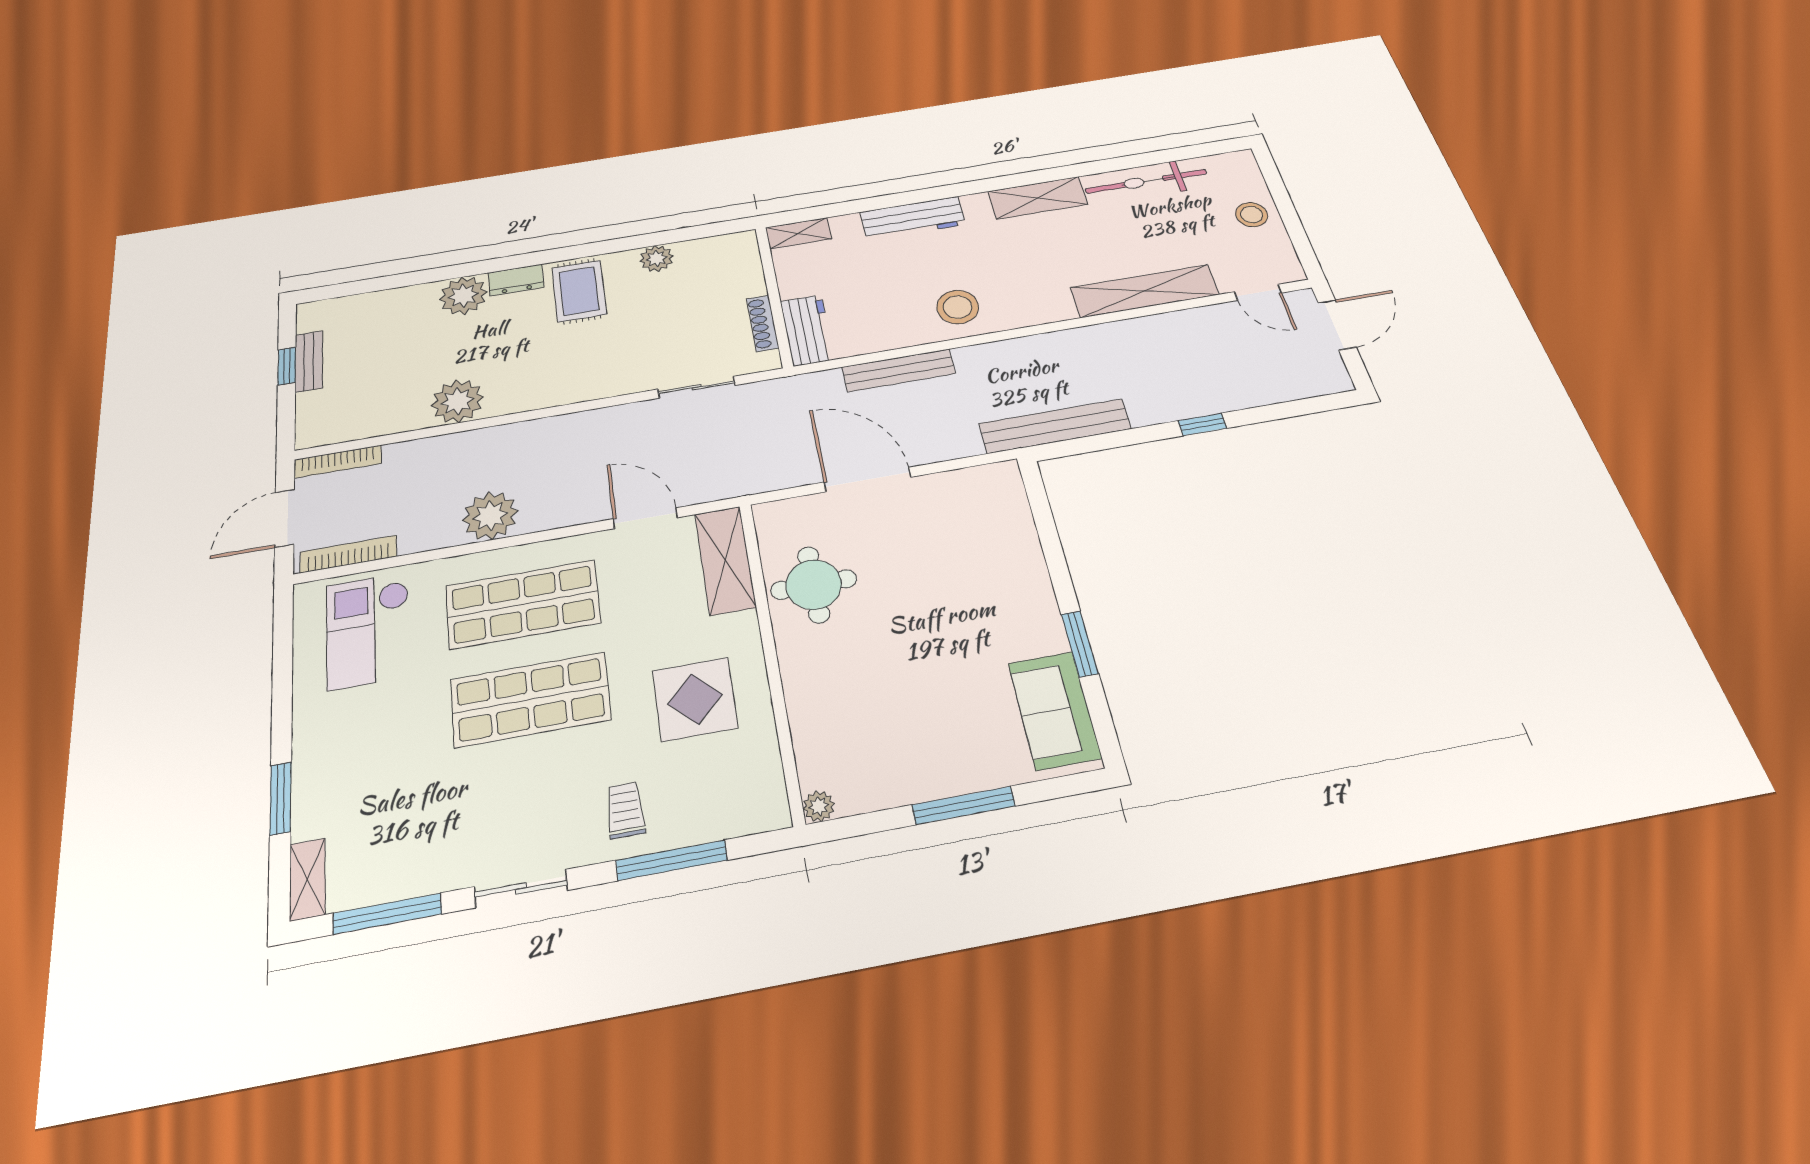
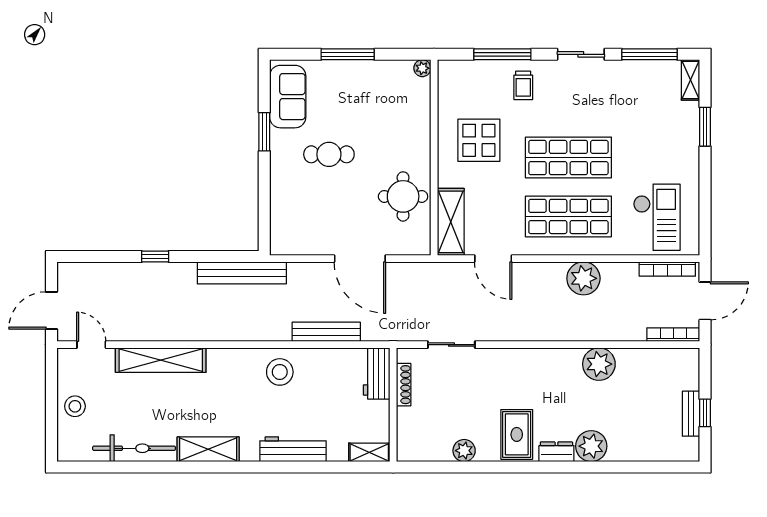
cafe table: (957, 628) -> (329, 154), added

